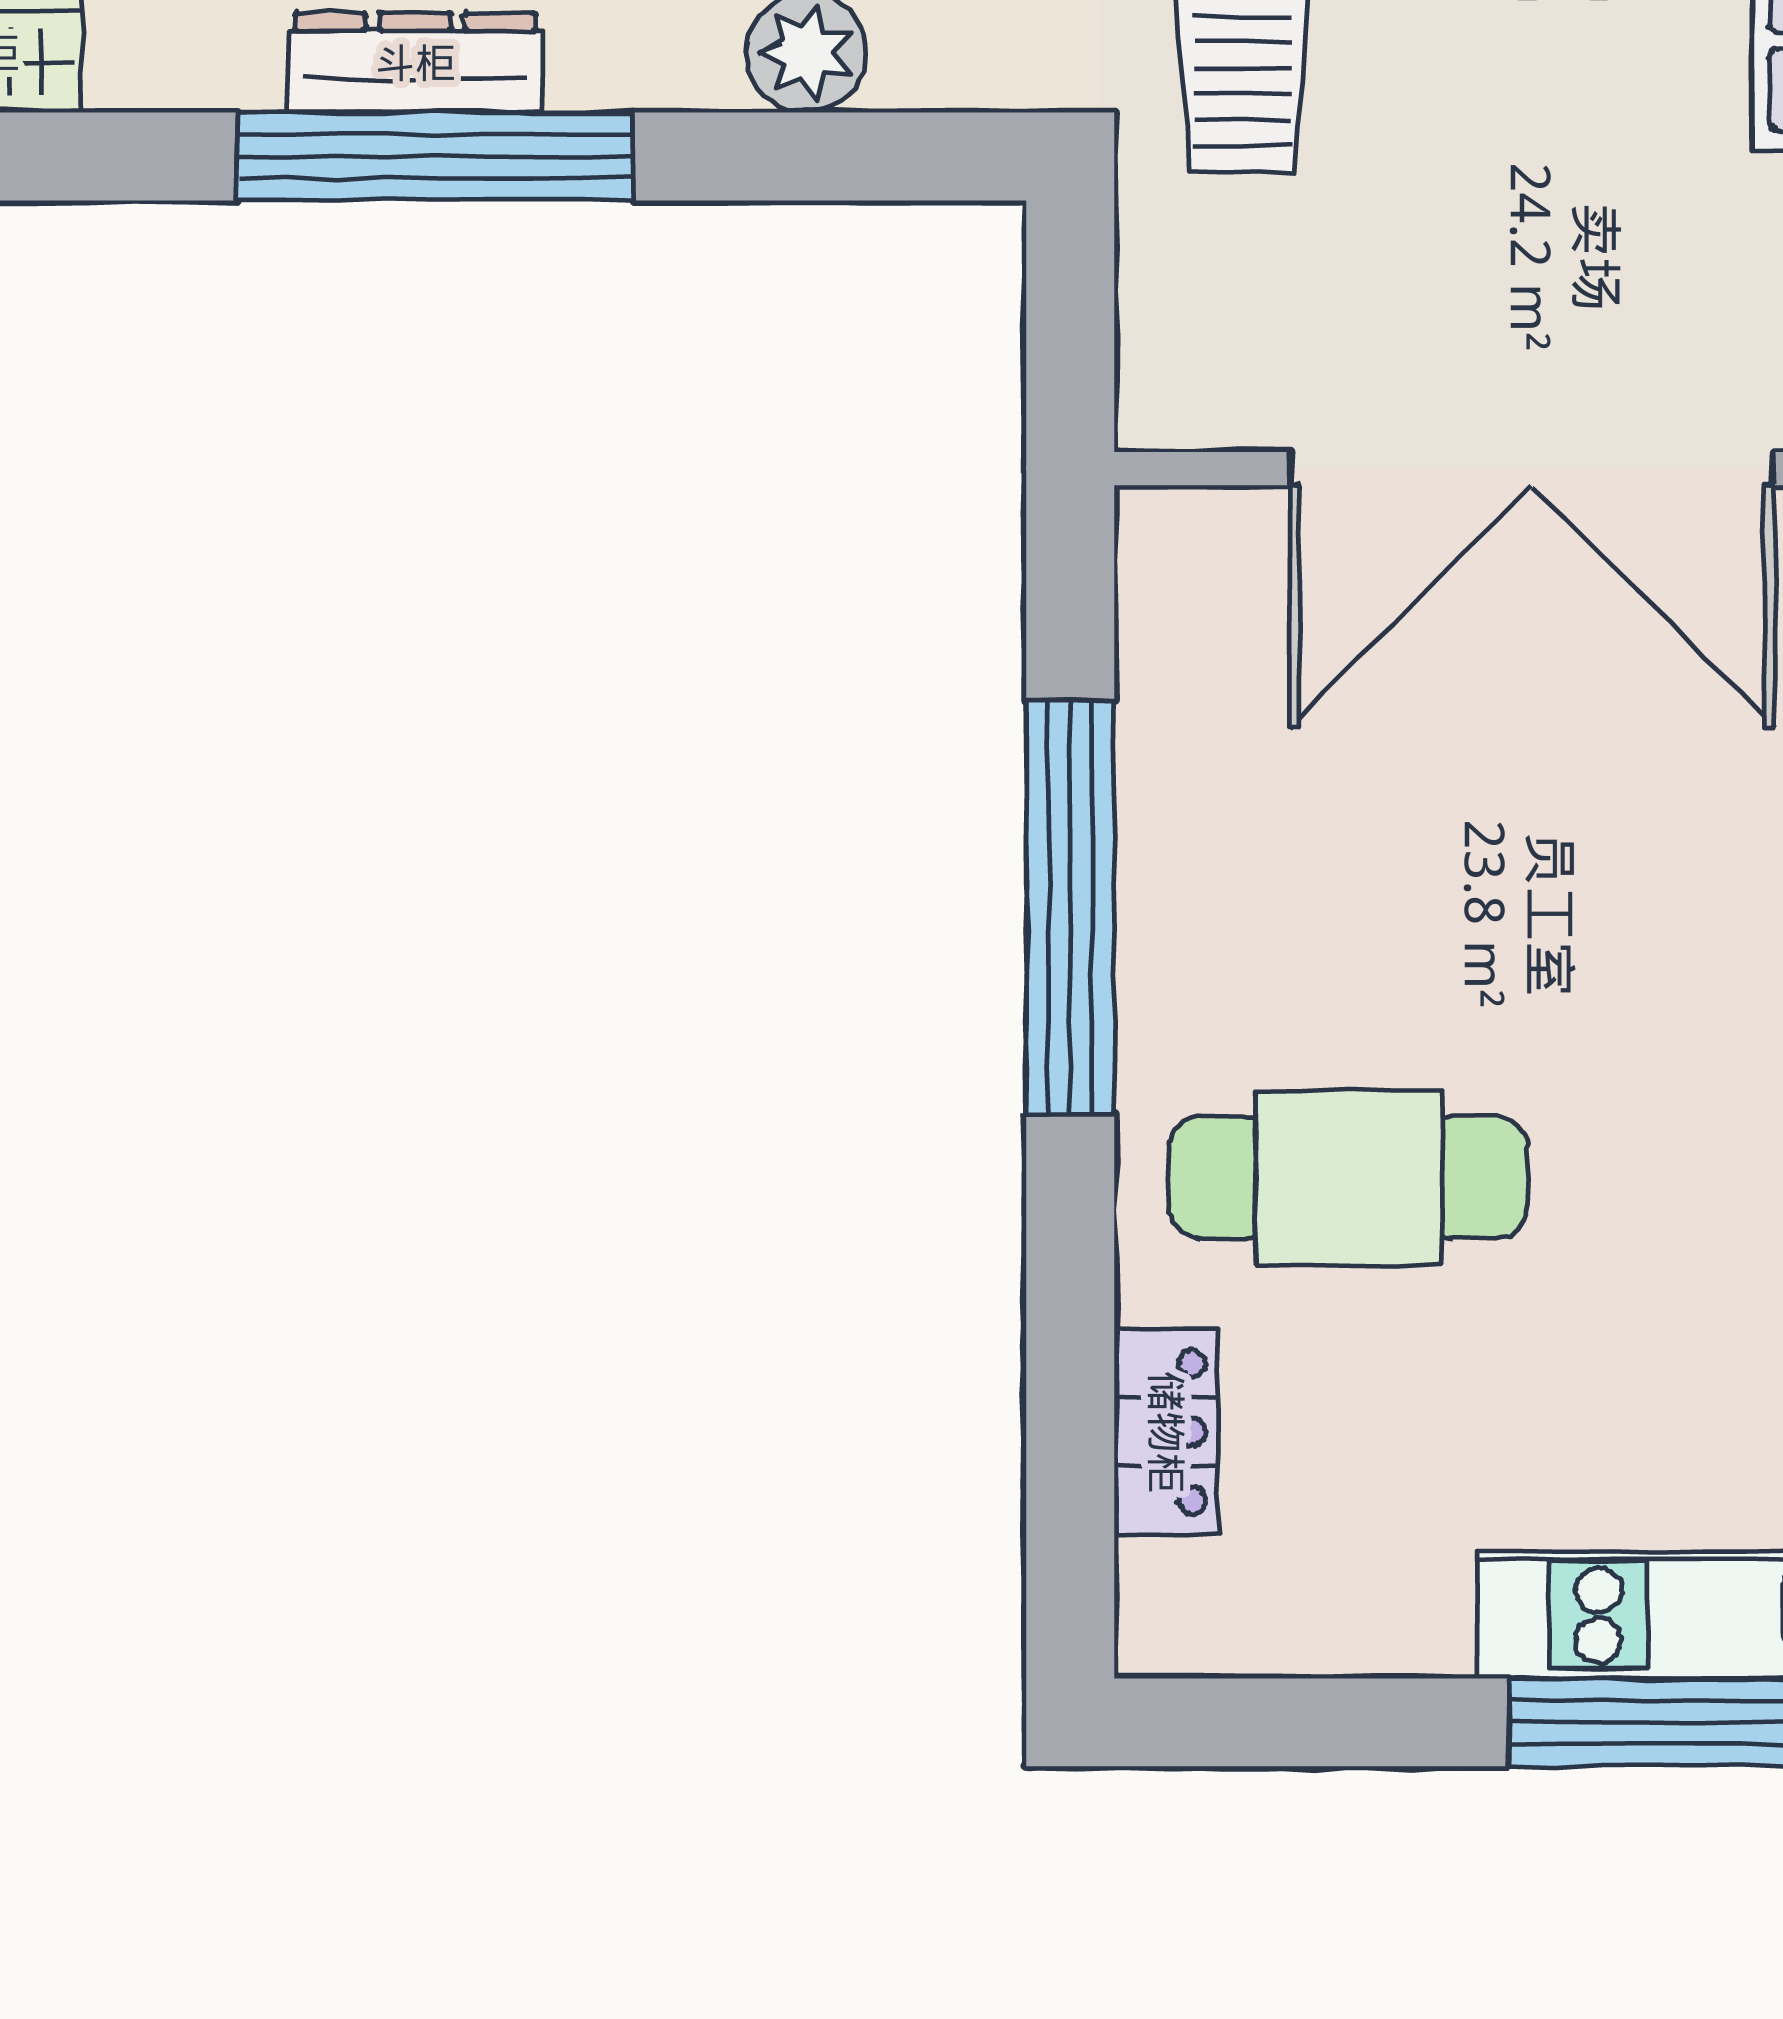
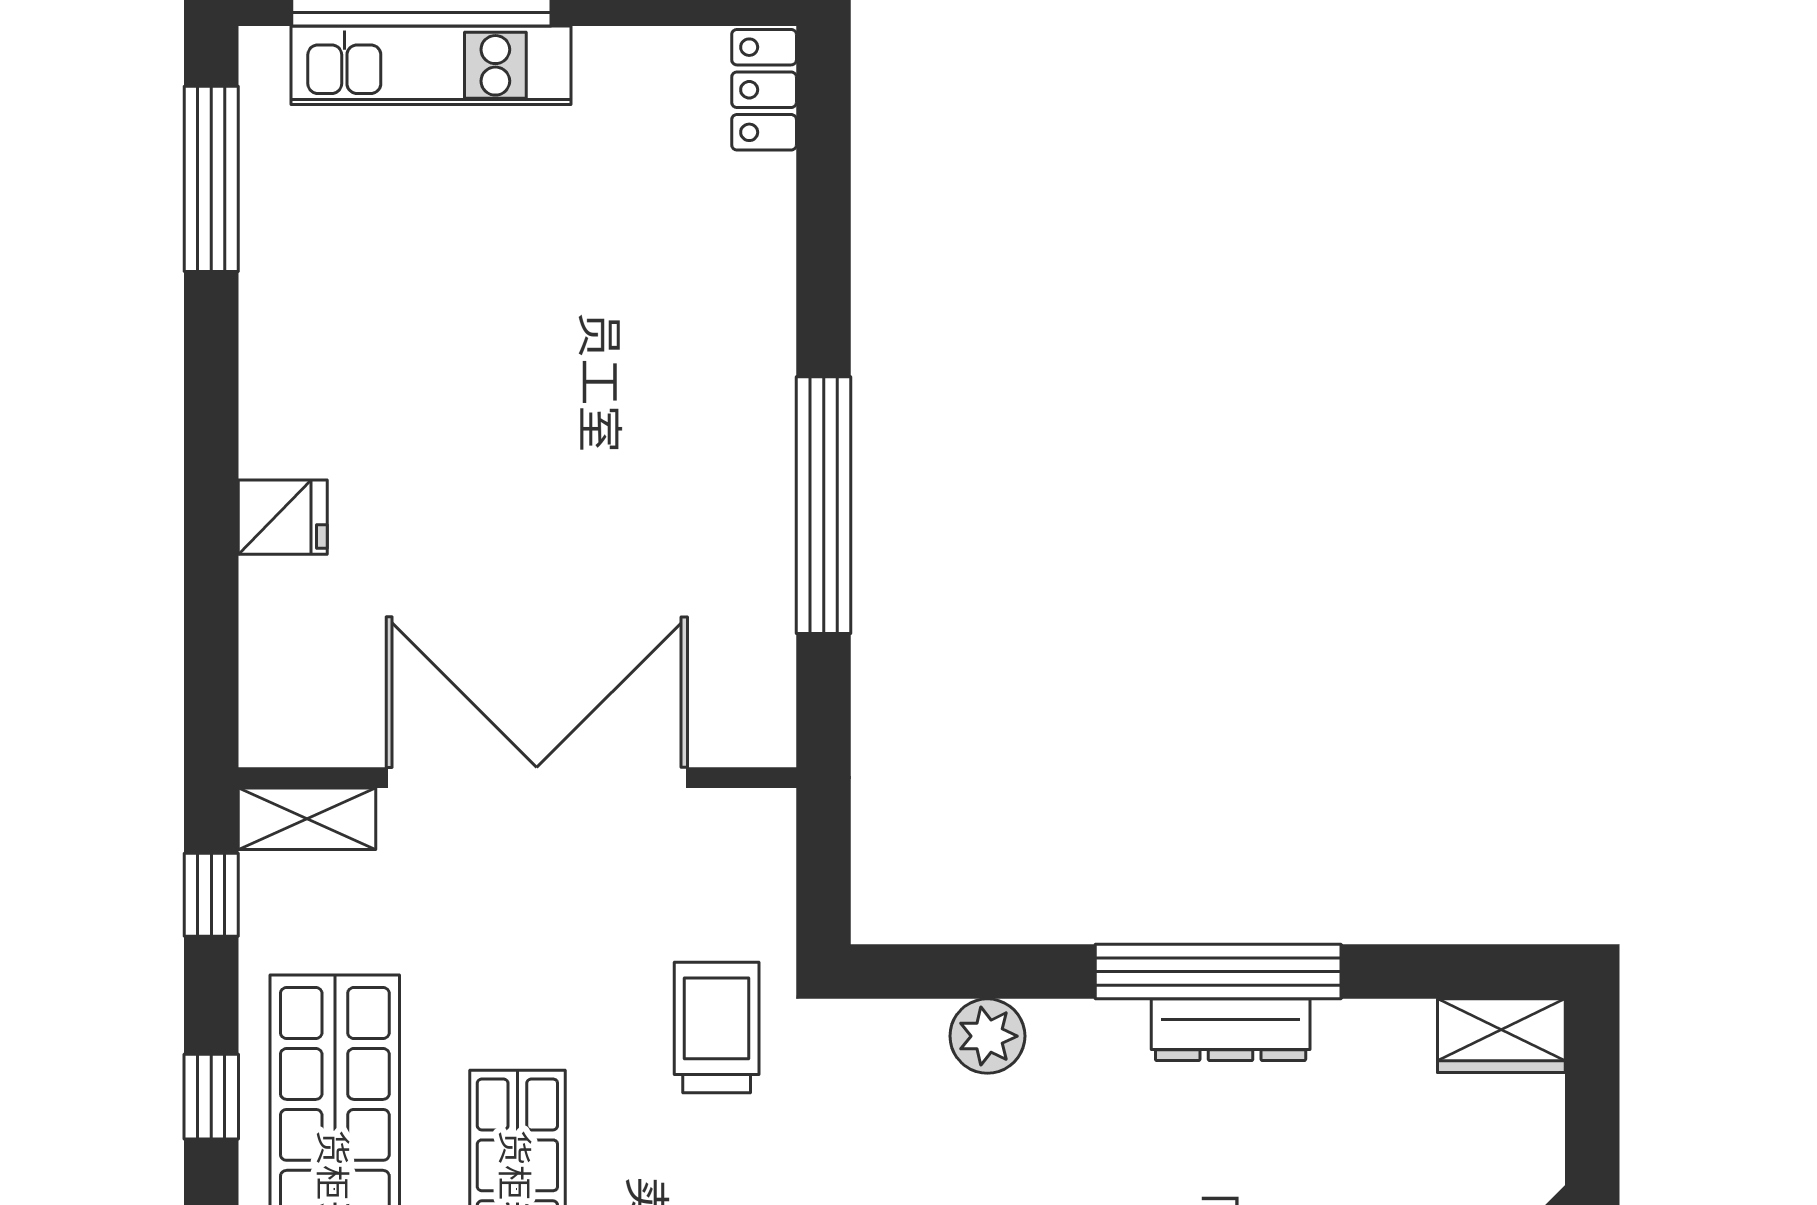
cafe table: (1349, 1178) -> (651, 337), removed
locker: (1166, 1432) -> (764, 90), moved

